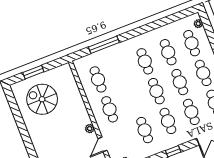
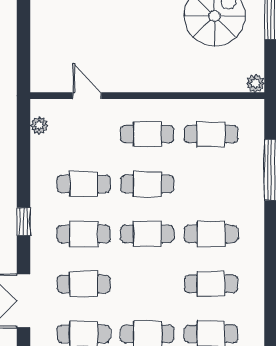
cafe table: (180, 82) -> (147, 184), moved
plant: (90, 129) -> (255, 83), moved

